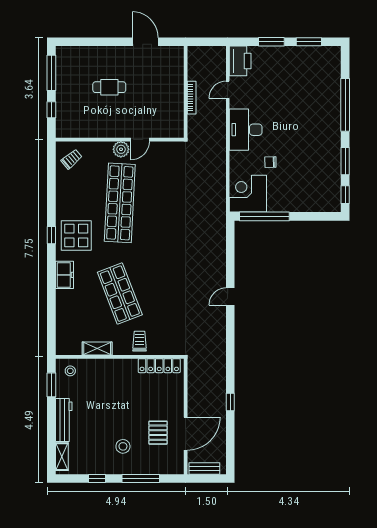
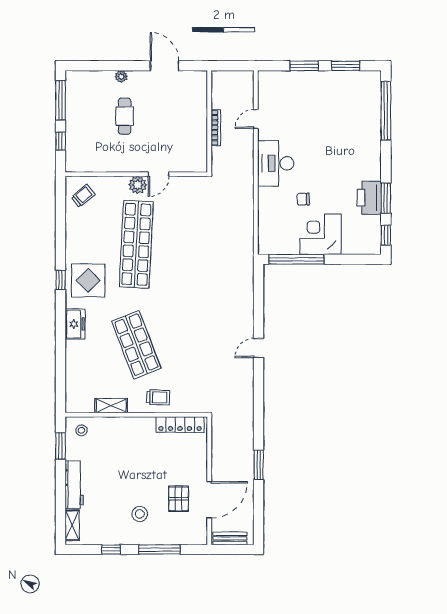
plant: (106, 51) -> (121, 76), added
printer: (240, 61) -> (369, 198), moved, turned 180
cafe table: (109, 87) -> (125, 116), turned 90
window: (345, 105) -> (386, 111), moved
corner desk: (248, 194) -> (320, 234), moved
trolley: (139, 341) -> (158, 397), turned 92
window: (230, 402) -> (259, 465), width x1.50

